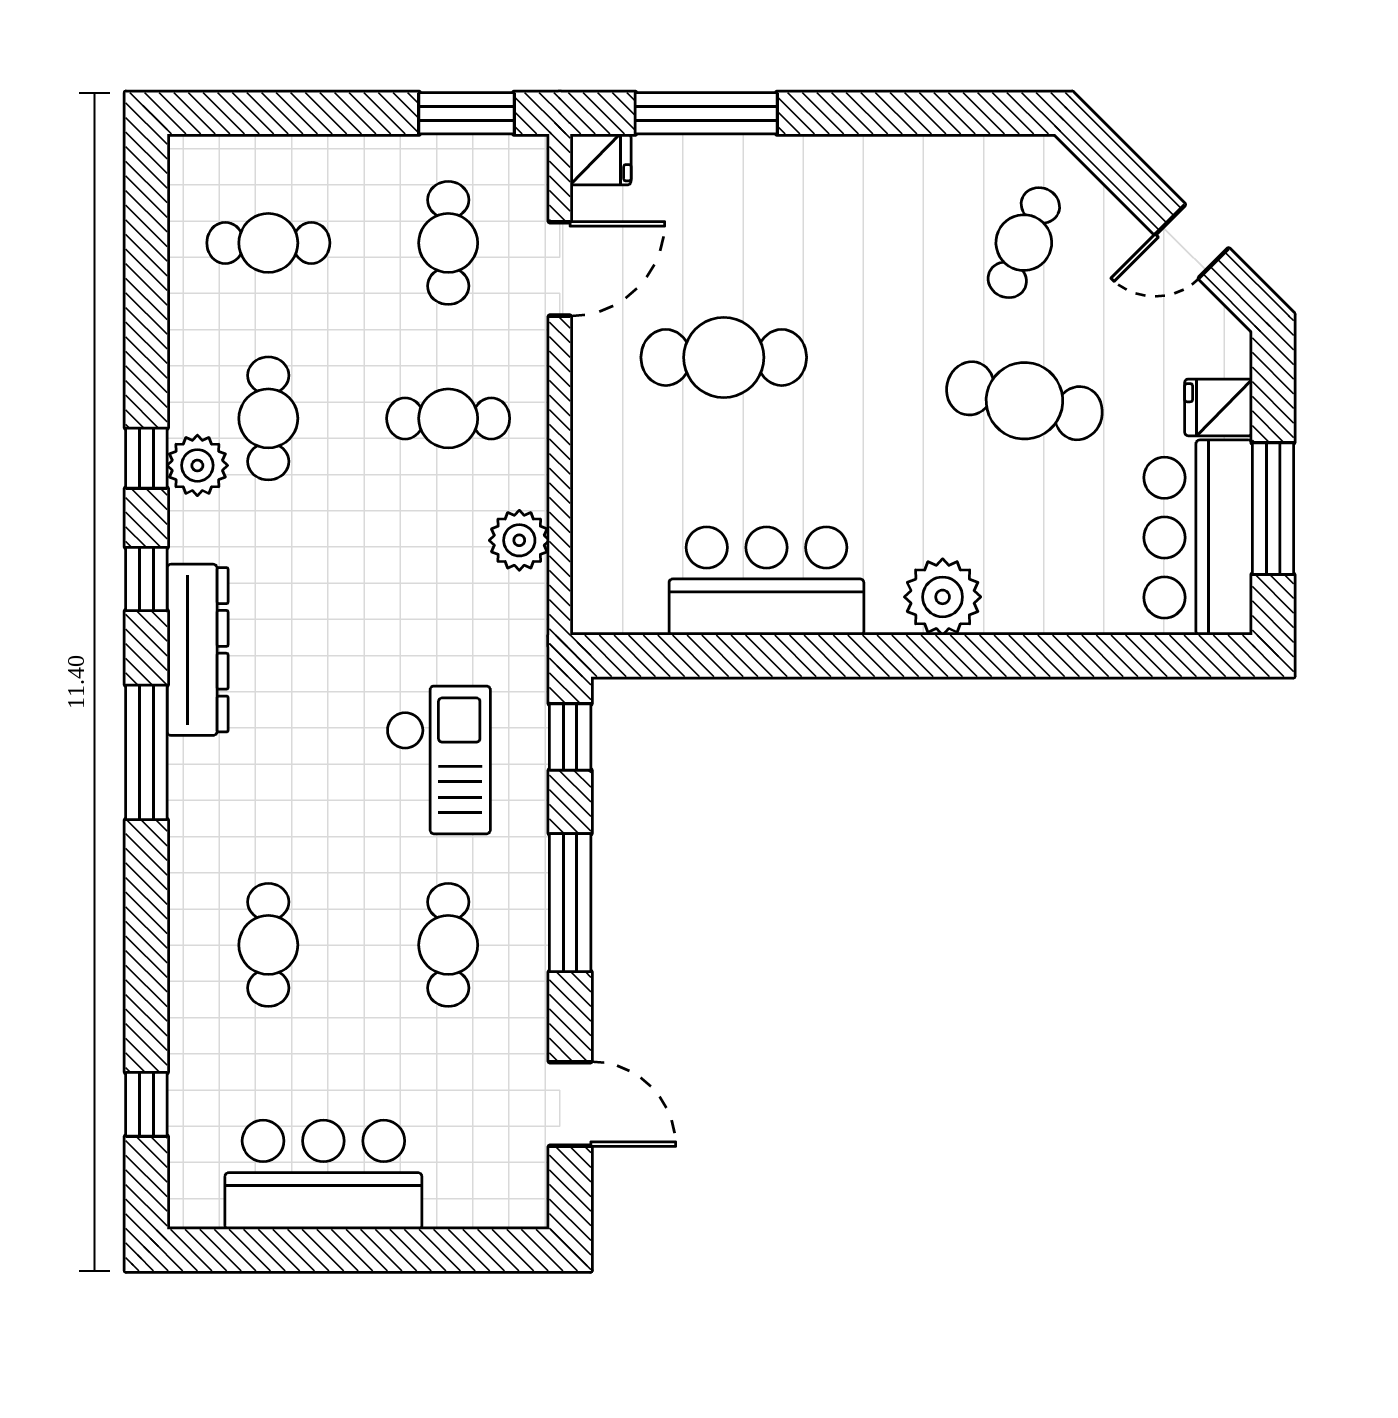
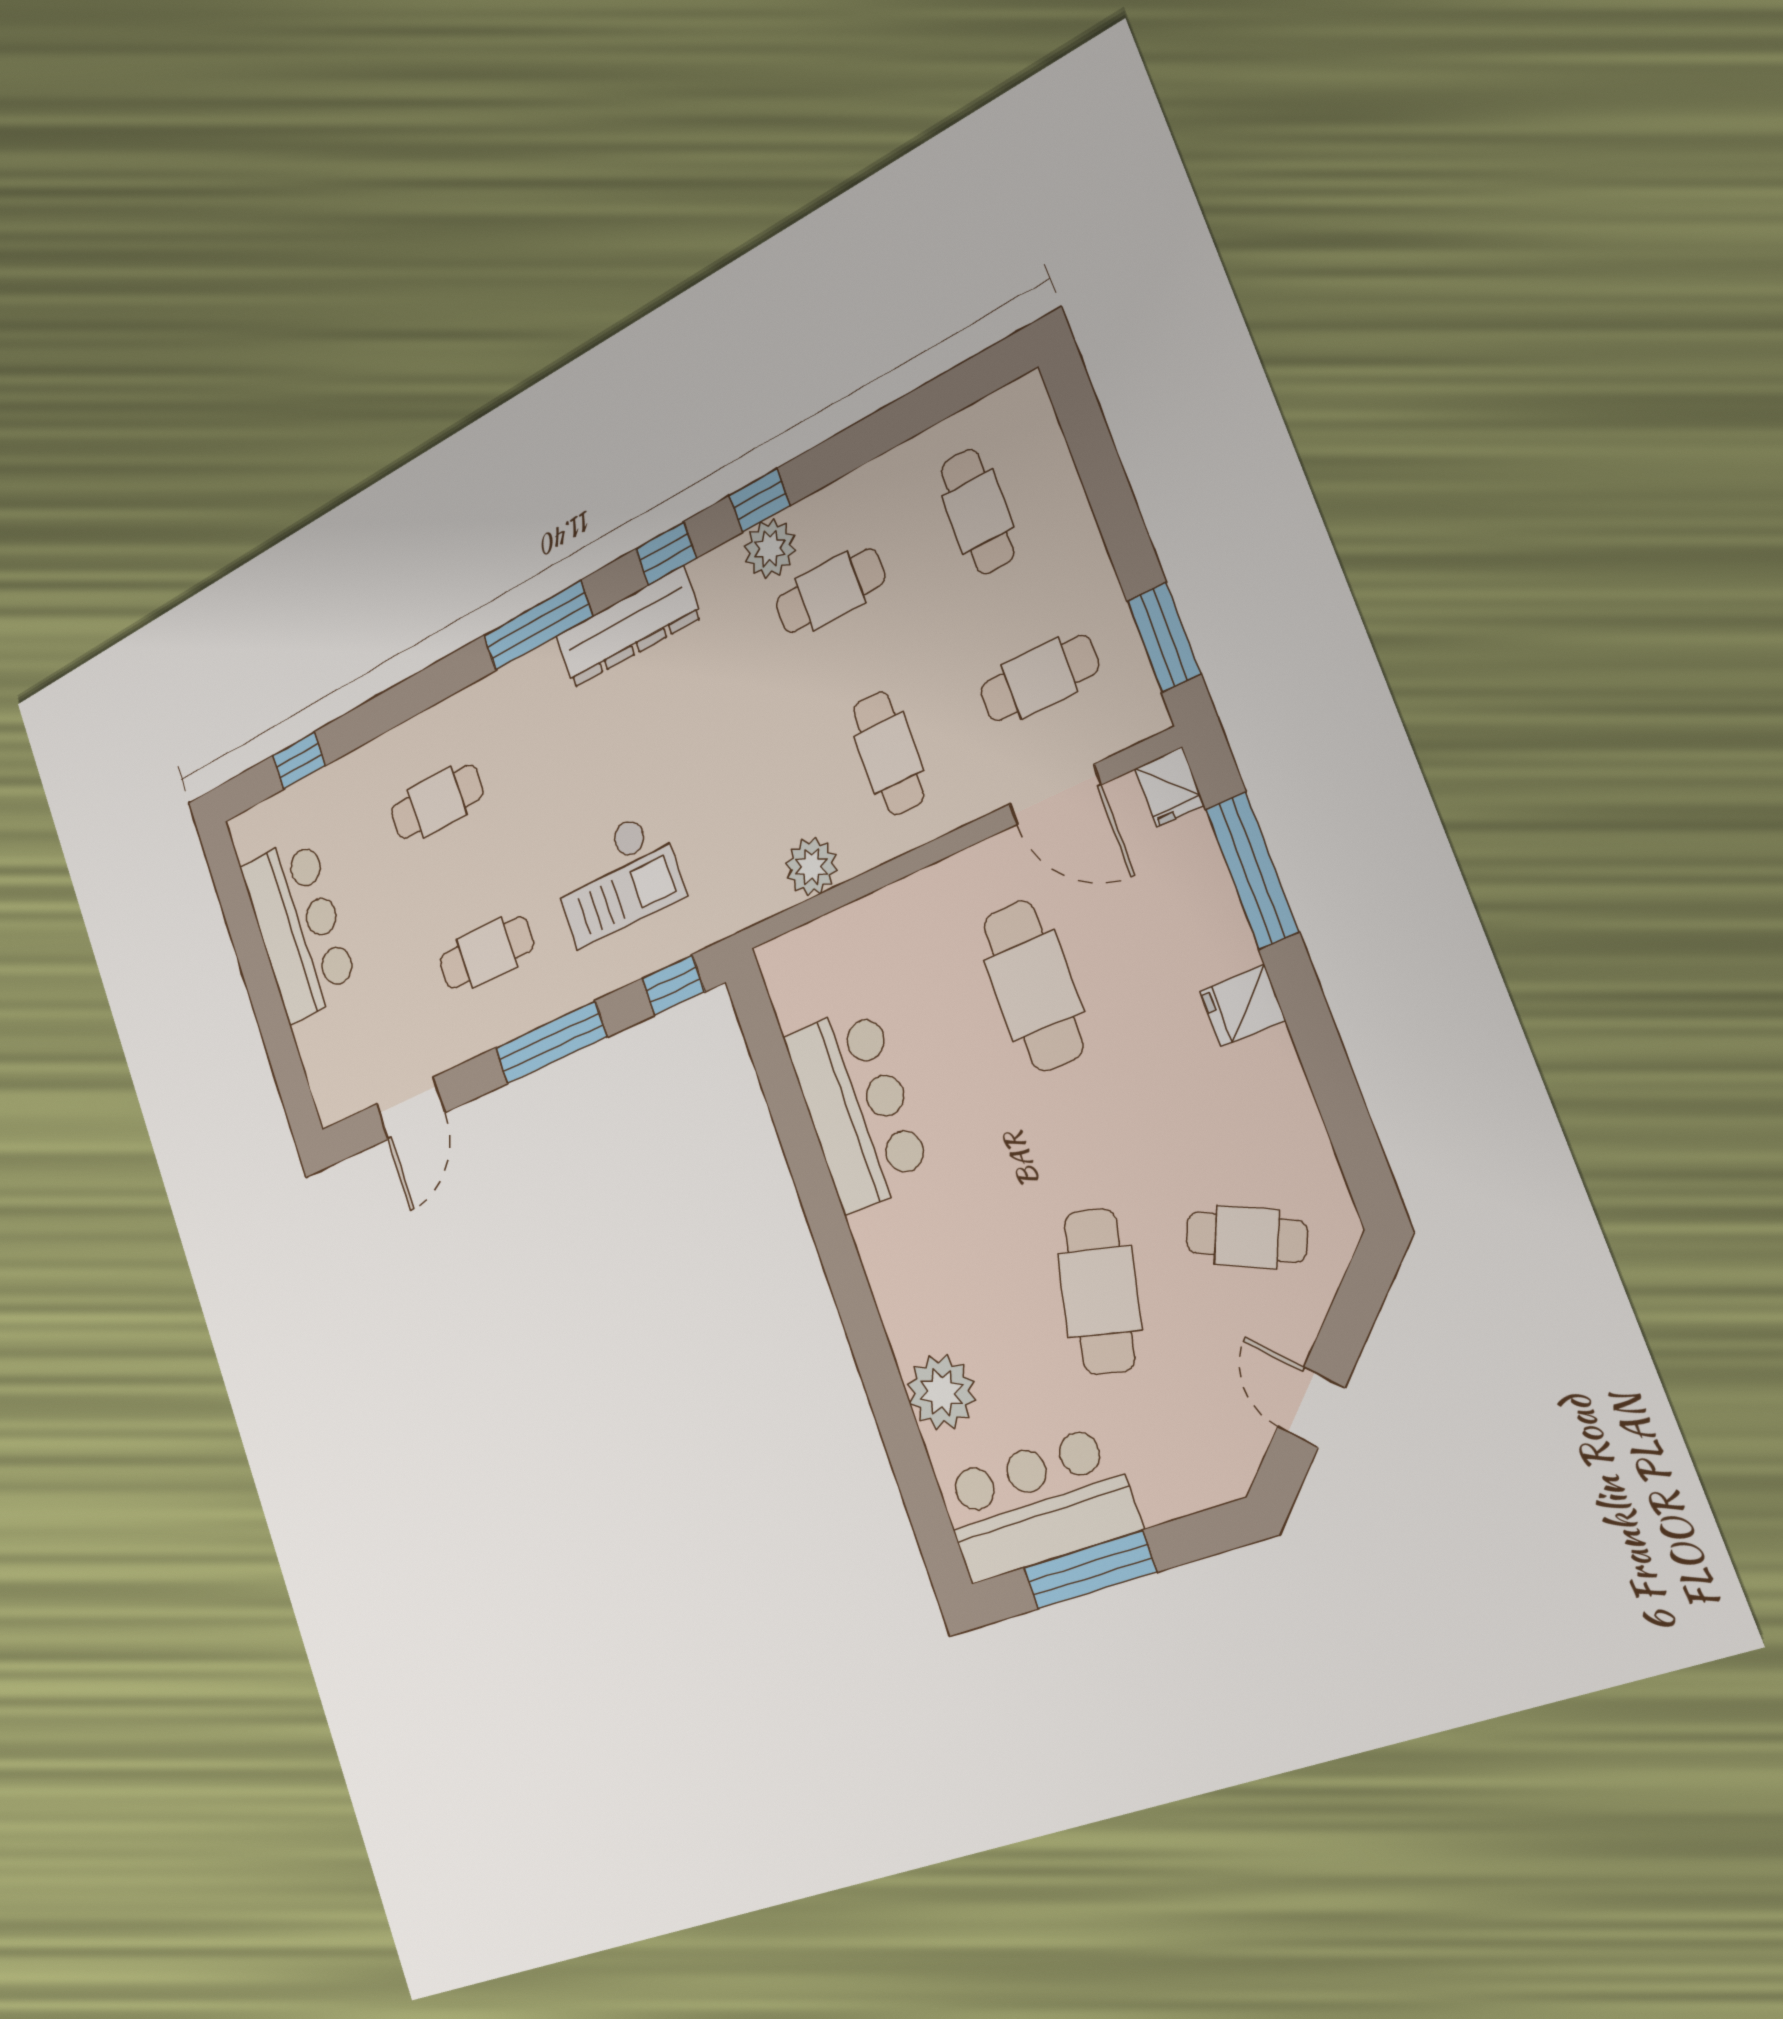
fridge: (1218, 407) -> (1243, 1006), moved, turned -90
plant: (943, 597) -> (942, 1392), moved

